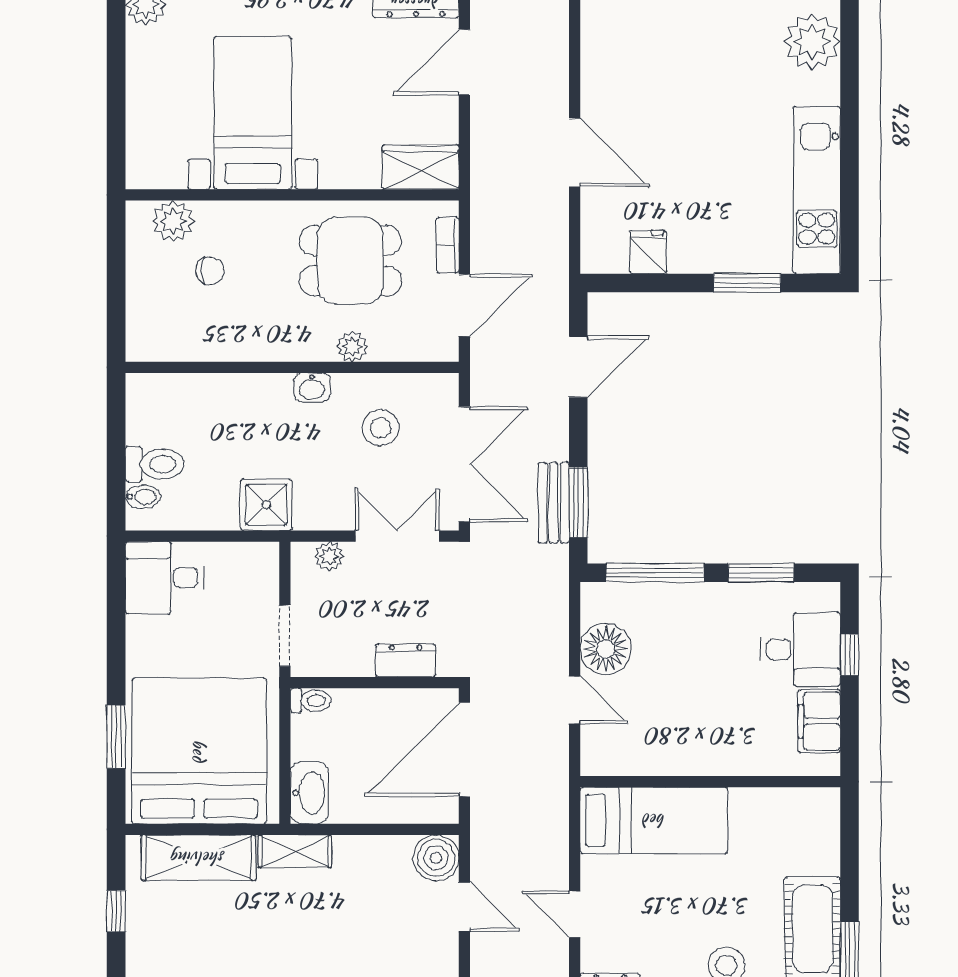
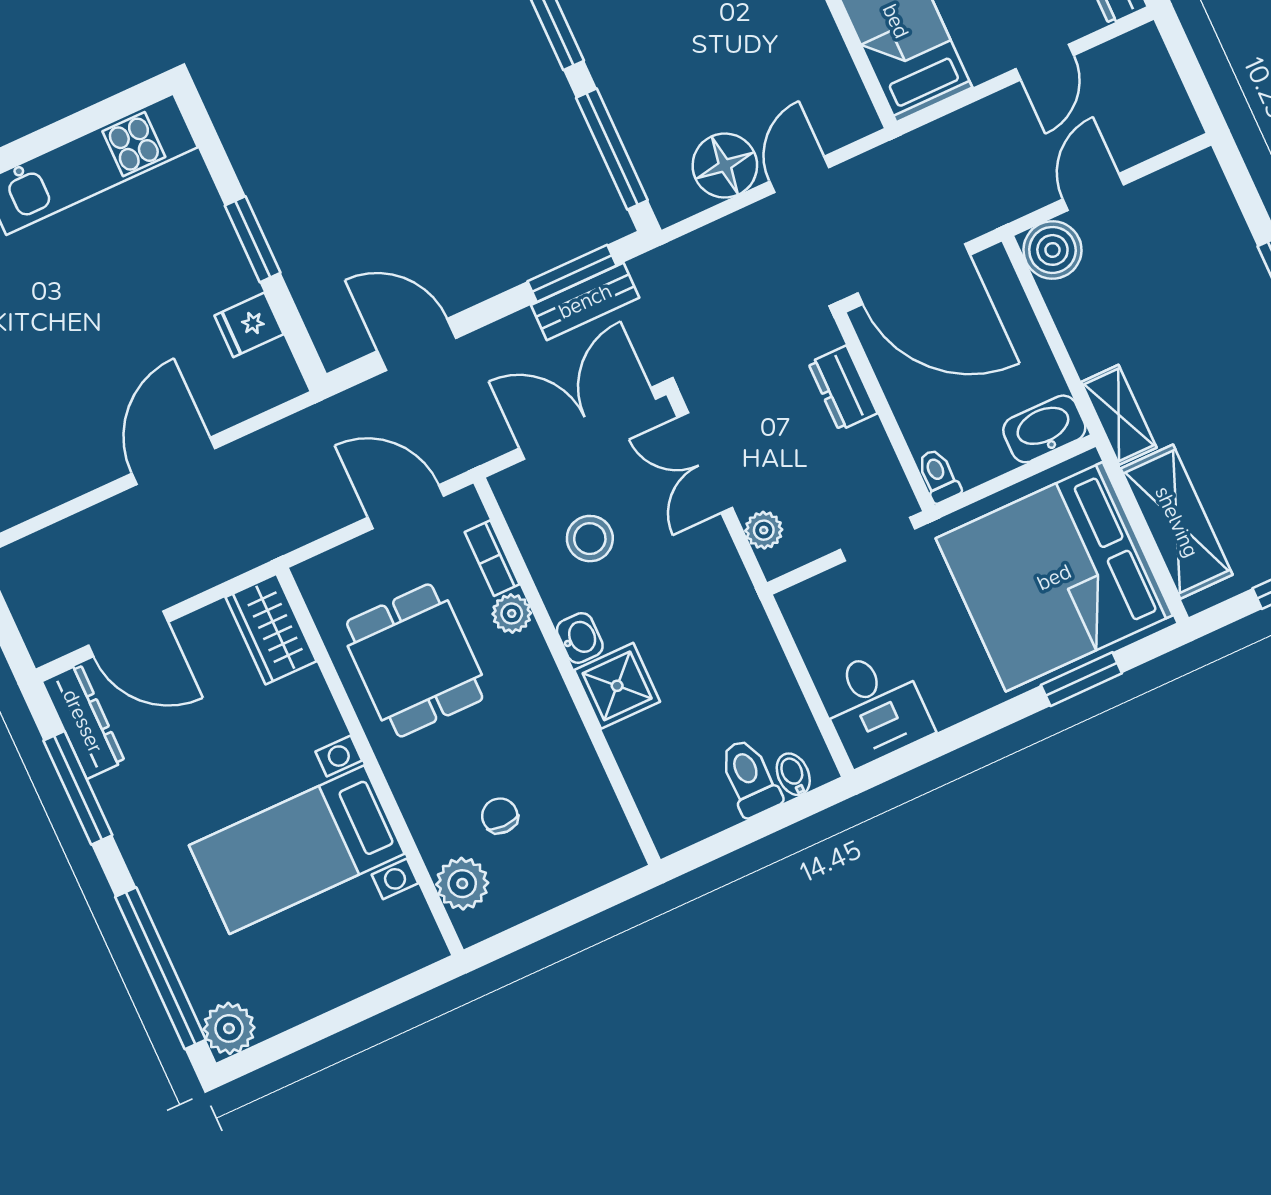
bookcase: (448, 245) -> (492, 558), moved, turned 90
window: (747, 283) -> (253, 239), moved
shower: (266, 505) -> (617, 686), moved

